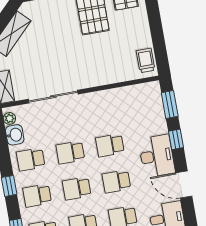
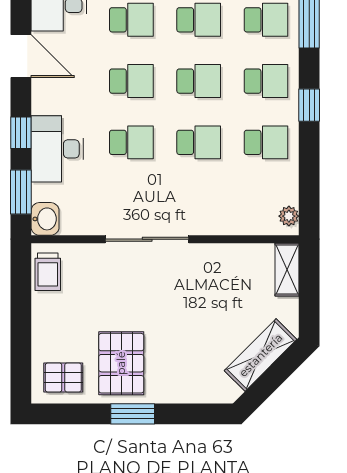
sliding door: (53, 97) -> (147, 239), moved
washbasin: (15, 135) -> (45, 219), moved, turned 180
desk: (157, 156) -> (57, 149), moved

